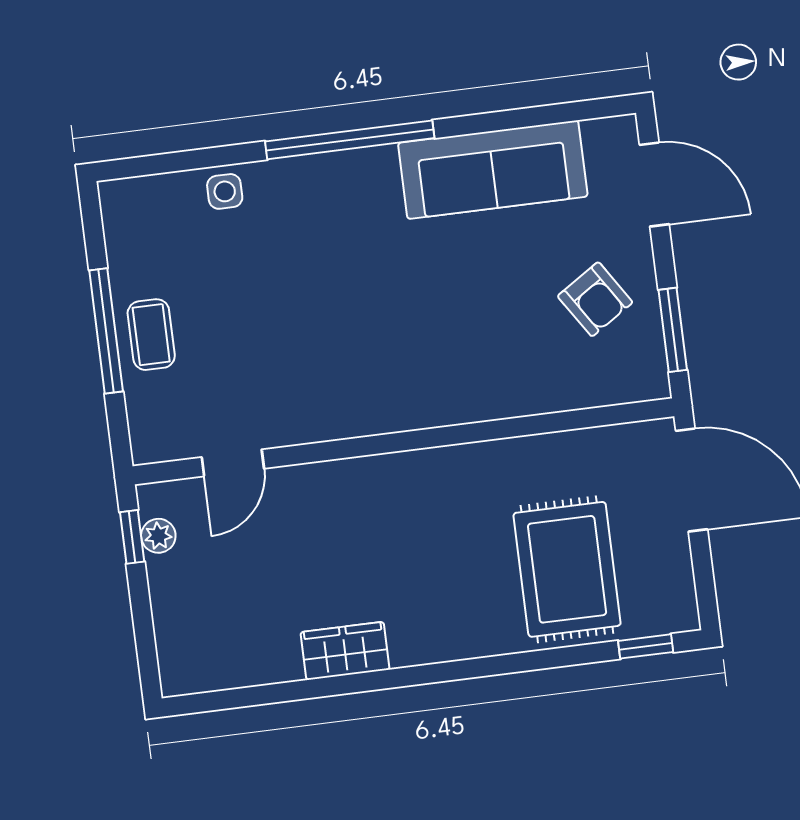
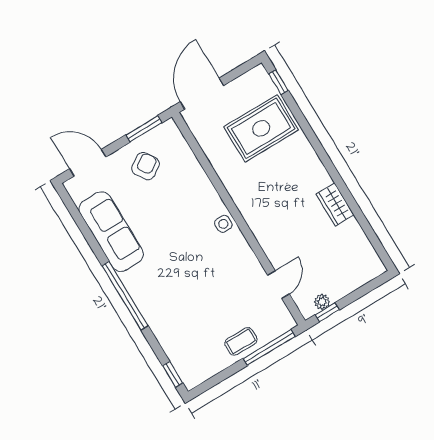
window: (146, 166) -> (173, 374), added
door: (654, 185) -> (88, 163), hinge flipped
side table: (225, 191) -> (223, 224), moved
window: (106, 331) -> (269, 347), moved
door: (233, 463) -> (278, 285), hinge flipped

